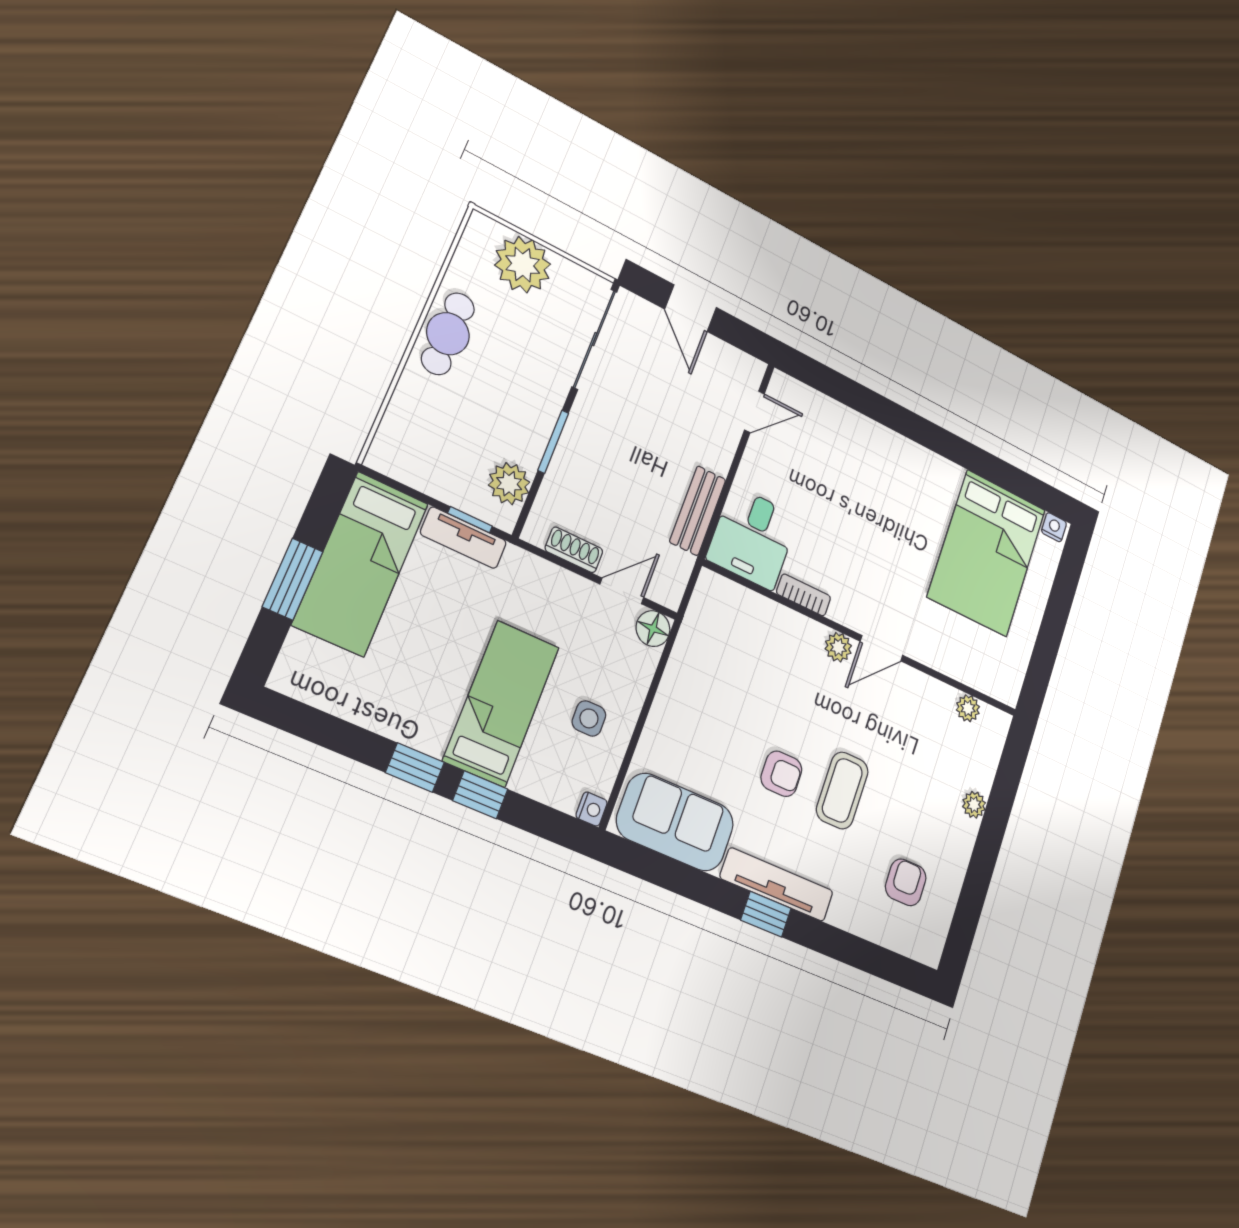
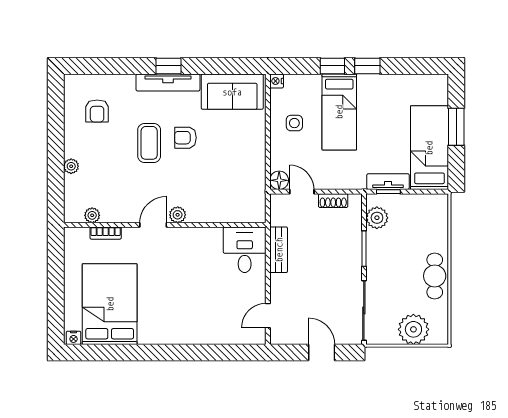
door: (622, 591) -> (302, 192), swing flipped
bookcase: (804, 595) -> (106, 233), moved

